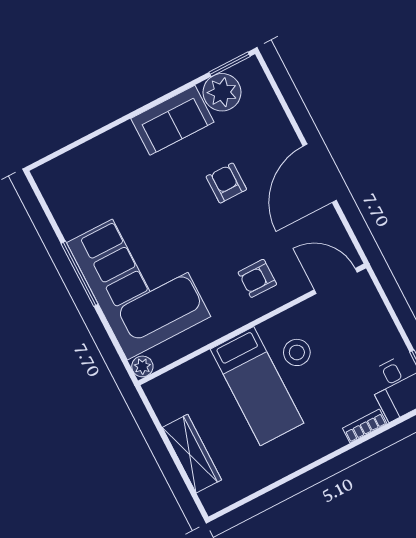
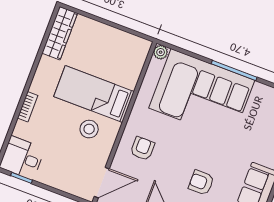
armchair: (226, 183) -> (201, 183), turned 180
bookcase: (365, 426) -> (28, 107), moved
wardrobe: (192, 454) -> (60, 33), moved, turned -90

